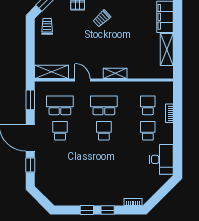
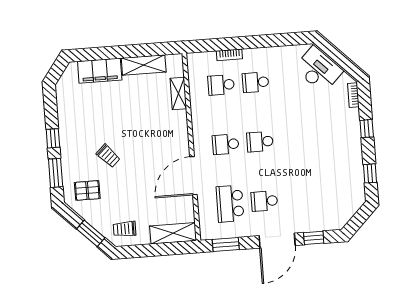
shelving: (51, 72) -> (173, 233), moved, turned 90
shelving: (115, 73) -> (178, 93), moved
door: (83, 80) -> (193, 176), width x1.88
school desk: (104, 105) -> (226, 144), width x0.54
desk: (161, 159) -> (319, 69), moved, turned 45
window: (87, 210) -> (370, 173), moved

